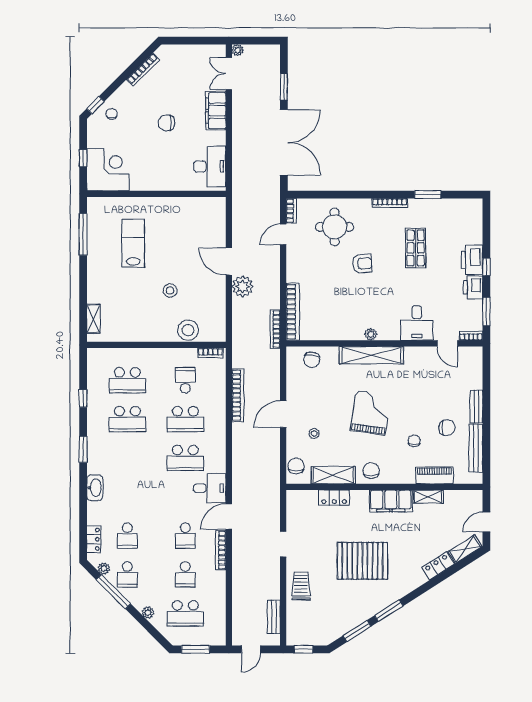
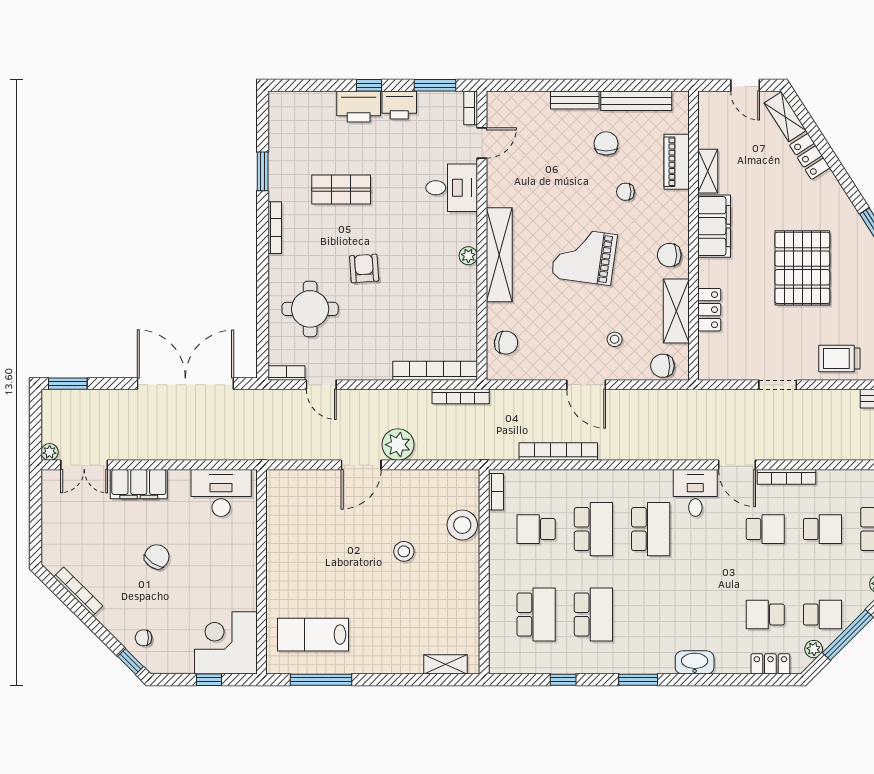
window: (284, 87) -> (68, 384), moved
chair: (166, 123) -> (157, 557), turned -146
lab bench: (133, 243) -> (313, 635), moved
school desk: (127, 536) -> (765, 614), turned 180

